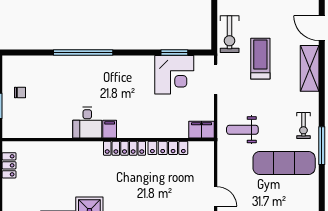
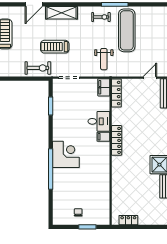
corner desk: (174, 75) -> (66, 154), moved
desk: (87, 123) -> (99, 121), moved
filing cabinet: (110, 129) -> (103, 137), moved
locker: (168, 148) -> (116, 93), moved

